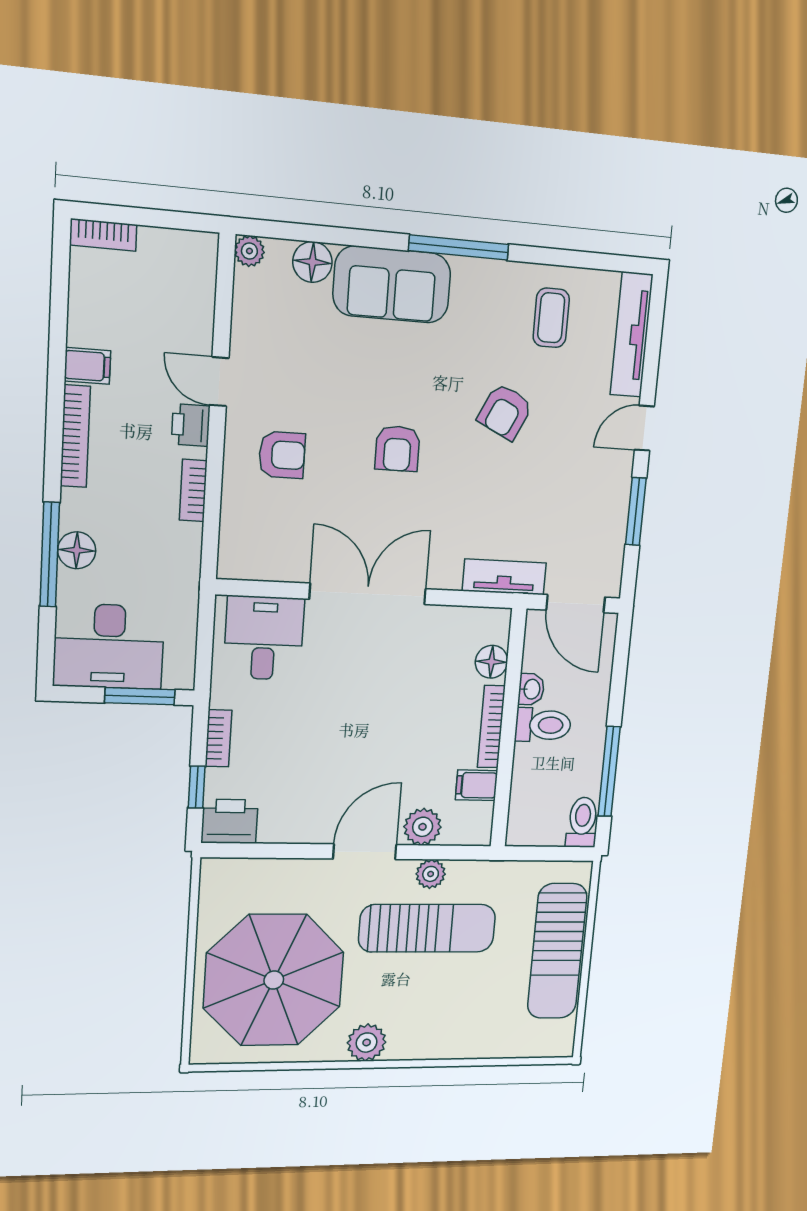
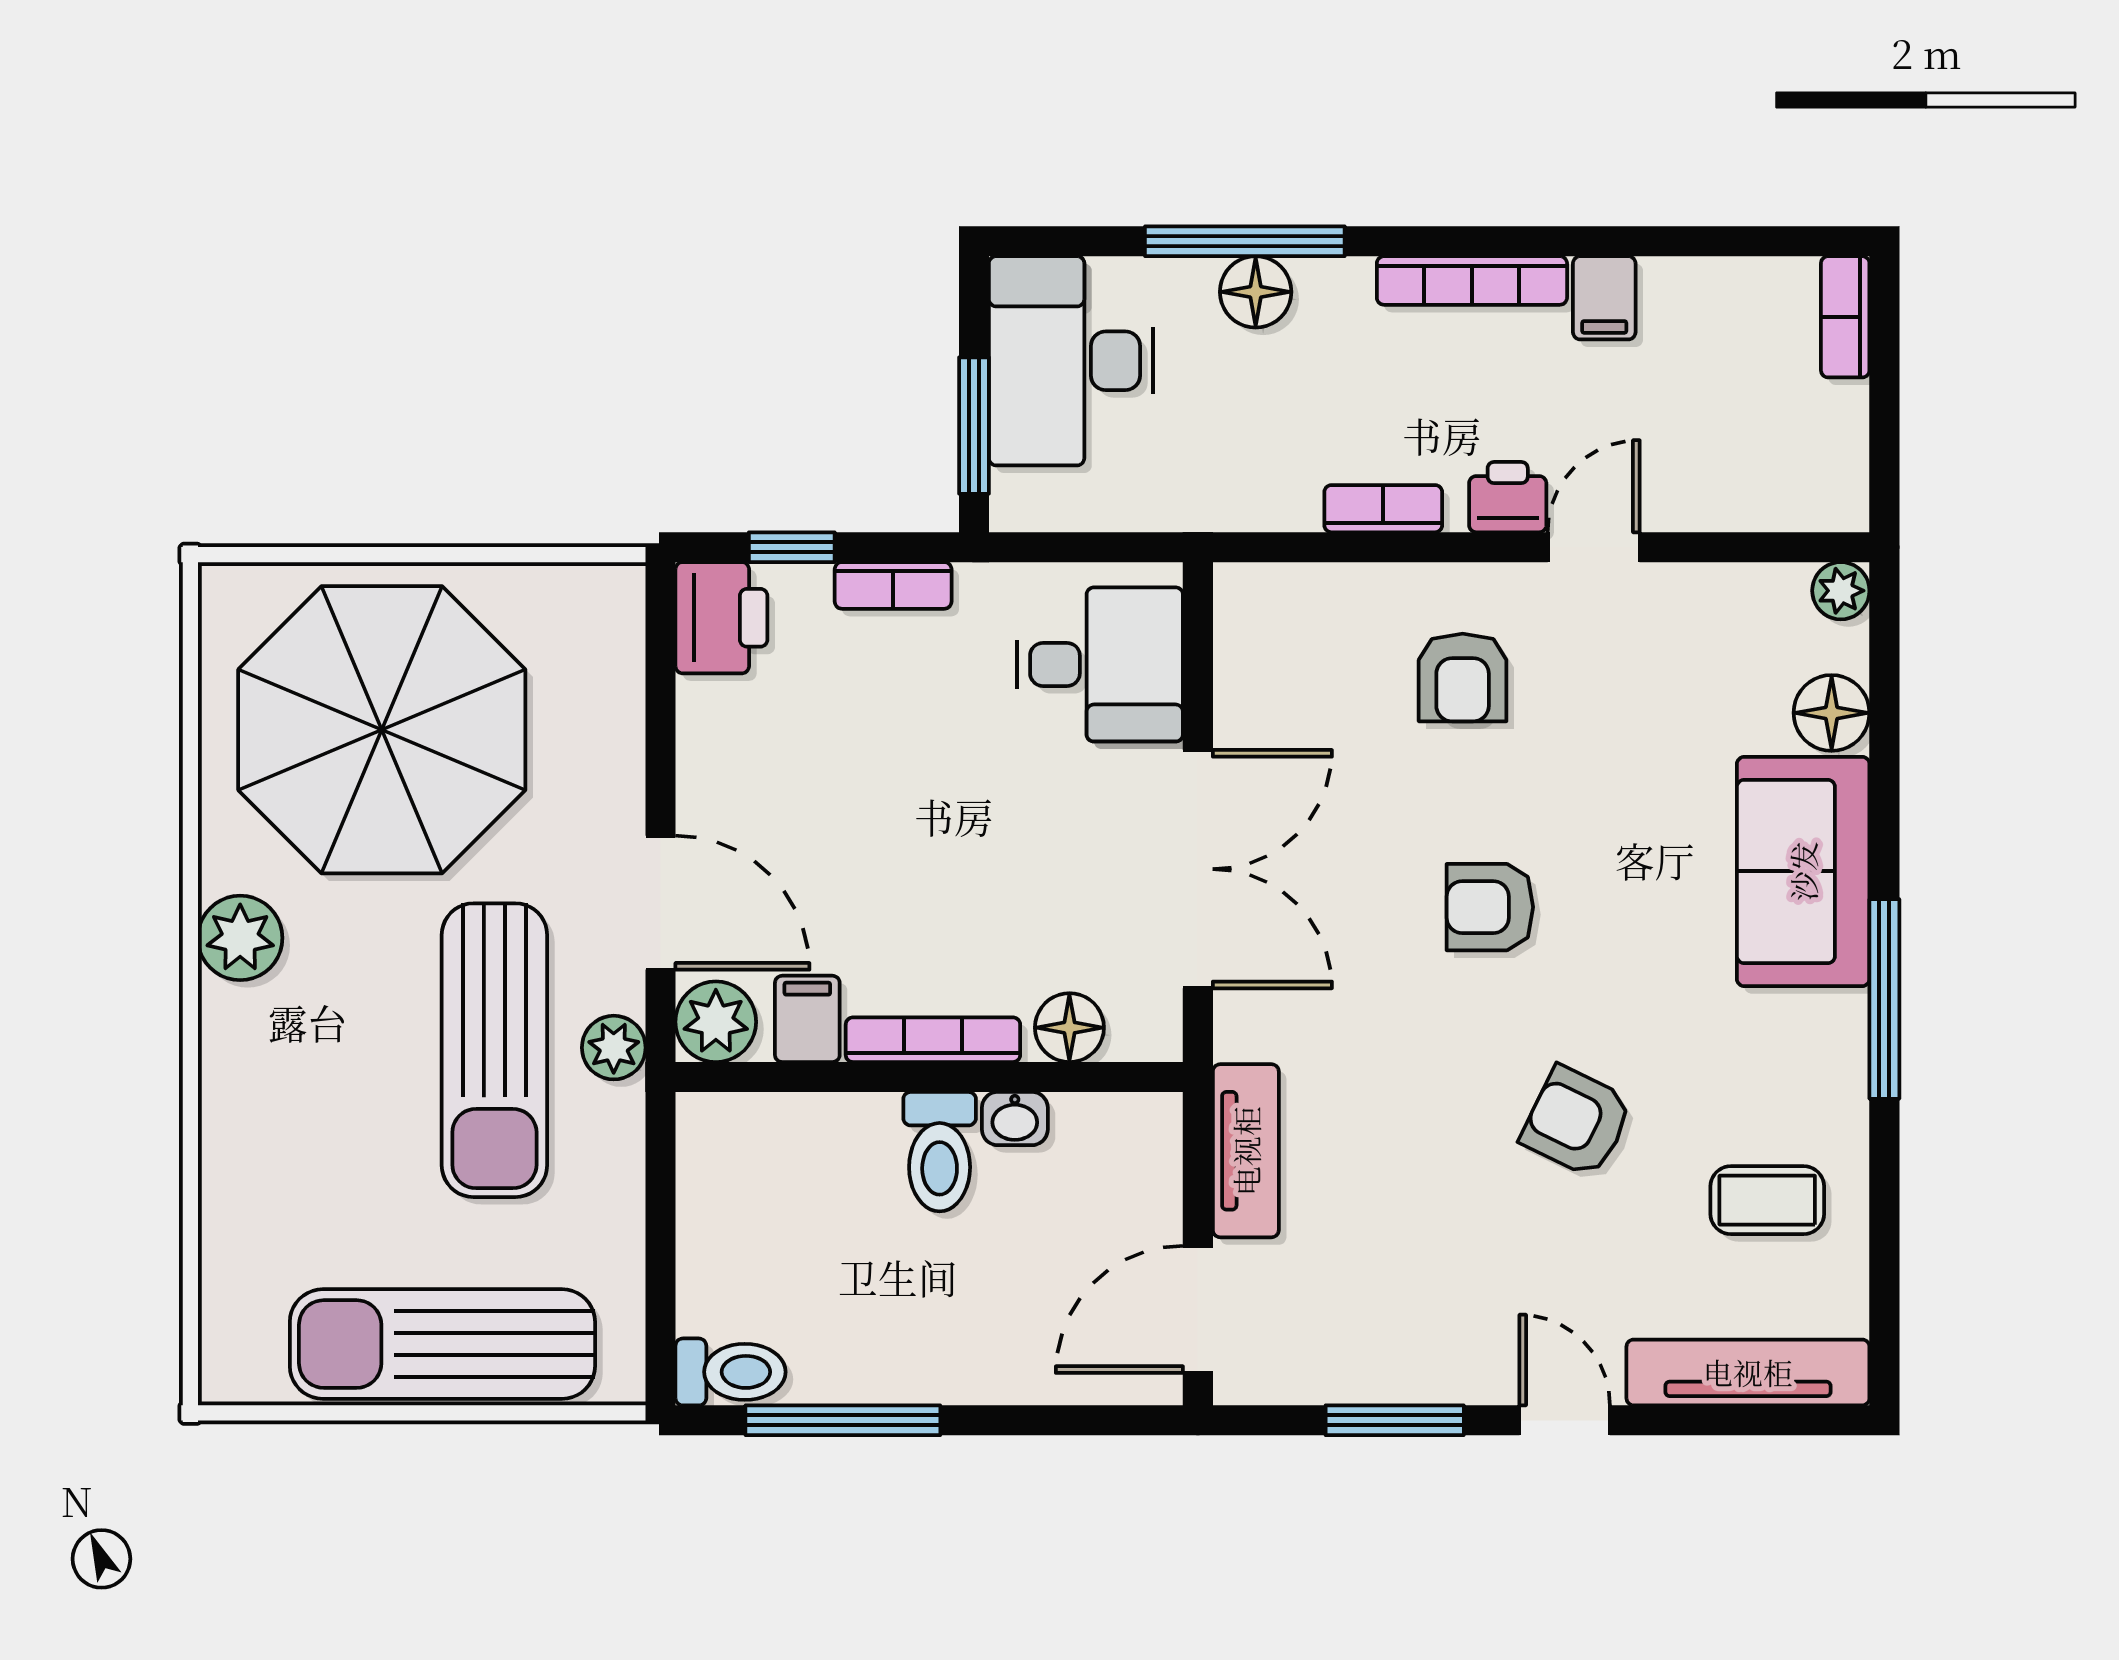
floor lamp: (492, 662) -> (1069, 1028), moved
washbasin: (531, 689) -> (1015, 1119), moved
toilet: (543, 725) -> (940, 1152), moved
bookcase: (491, 727) -> (933, 1040), moved
wall: (508, 729) -> (929, 1077), moved
filing cabinet: (477, 785) -> (807, 1019), moved

